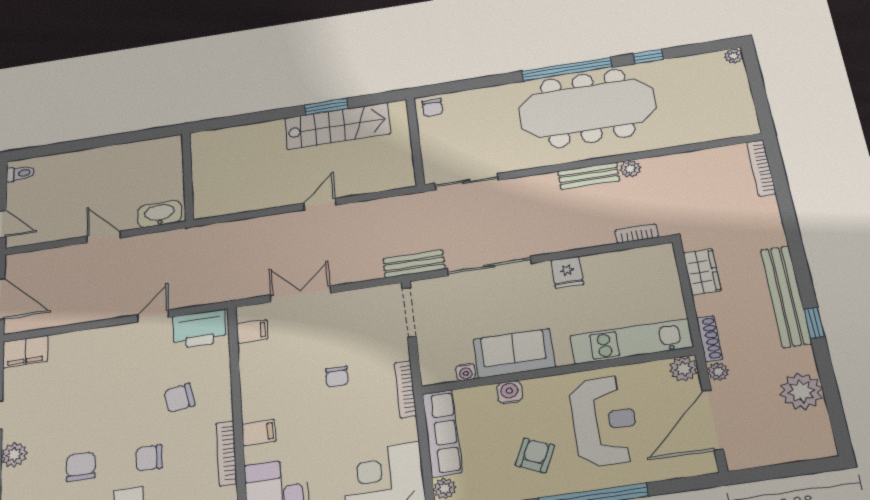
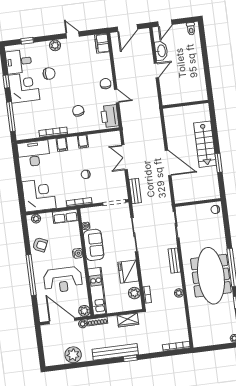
stairs: (338, 126) -> (205, 144), moved
bench: (589, 176) -> (174, 261), moved
door: (320, 204) -> (168, 163), width x1.87
washbasin: (160, 214) -> (161, 51), moved
plant: (634, 260) -> (134, 293), added
bench: (414, 264) -> (135, 191), moved
fridge: (567, 272) -> (128, 272), width x1.88, depth x1.34
double door: (301, 294) -> (124, 157), swing flipped
window: (814, 323) -> (130, 358), moved
filing cabinet: (252, 331) -> (83, 141), moved
water cooler: (510, 392) -> (78, 253), moved
row of seats: (442, 433) -> (65, 216), width x0.68
armchair: (535, 455) -> (40, 245), moved
chair: (149, 458) -> (105, 84), moved

